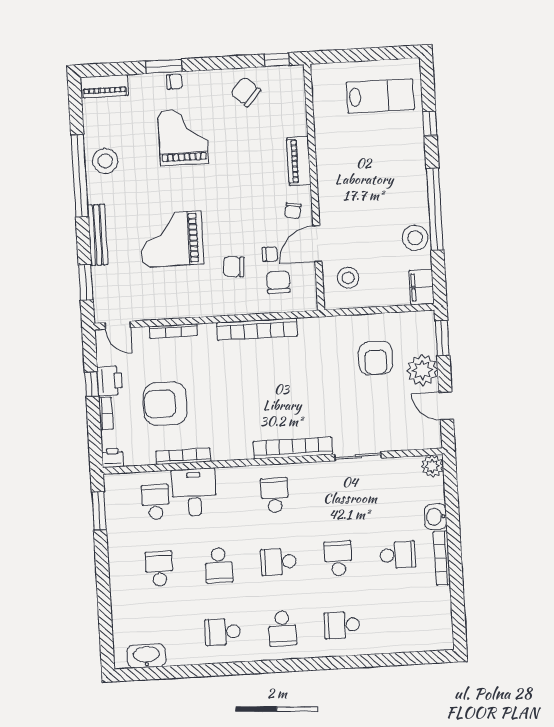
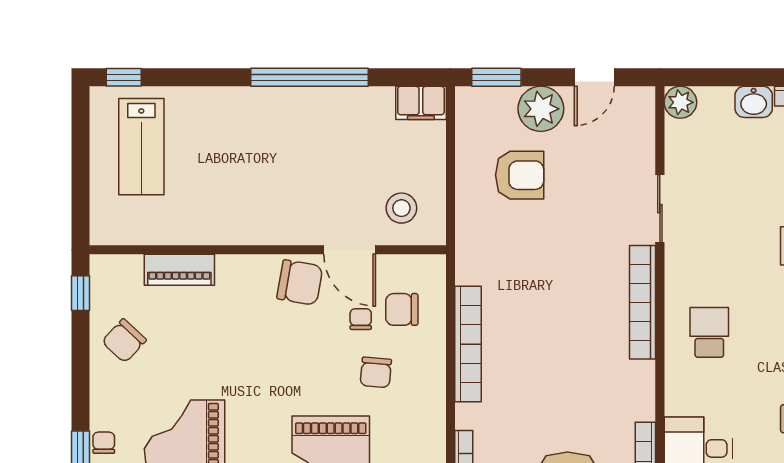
lab bench: (380, 96) -> (141, 147), turned 180
window: (430, 124) -> (124, 77), moved
piano: (299, 161) -> (179, 270), moved
chair: (293, 211) -> (300, 282), width x1.87, depth x1.87
stool: (415, 238) -> (349, 108), removed
school desk: (275, 495) -> (709, 332), turned 90

